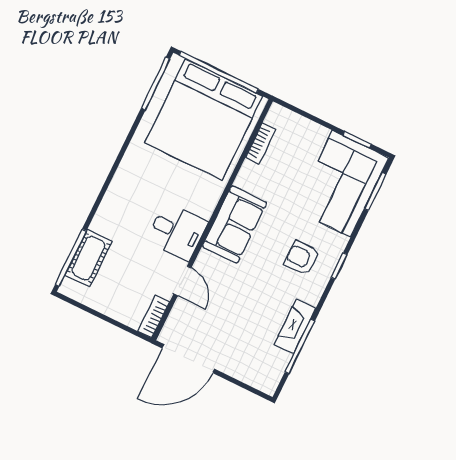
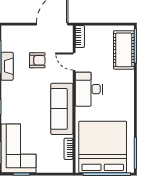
sofa: (234, 224) -> (62, 109), width x1.36
desk: (177, 232) -> (89, 89), width x1.37
cot: (88, 258) -> (124, 50), width x1.37, depth x1.34
armchair: (302, 258) -> (37, 60), moved

